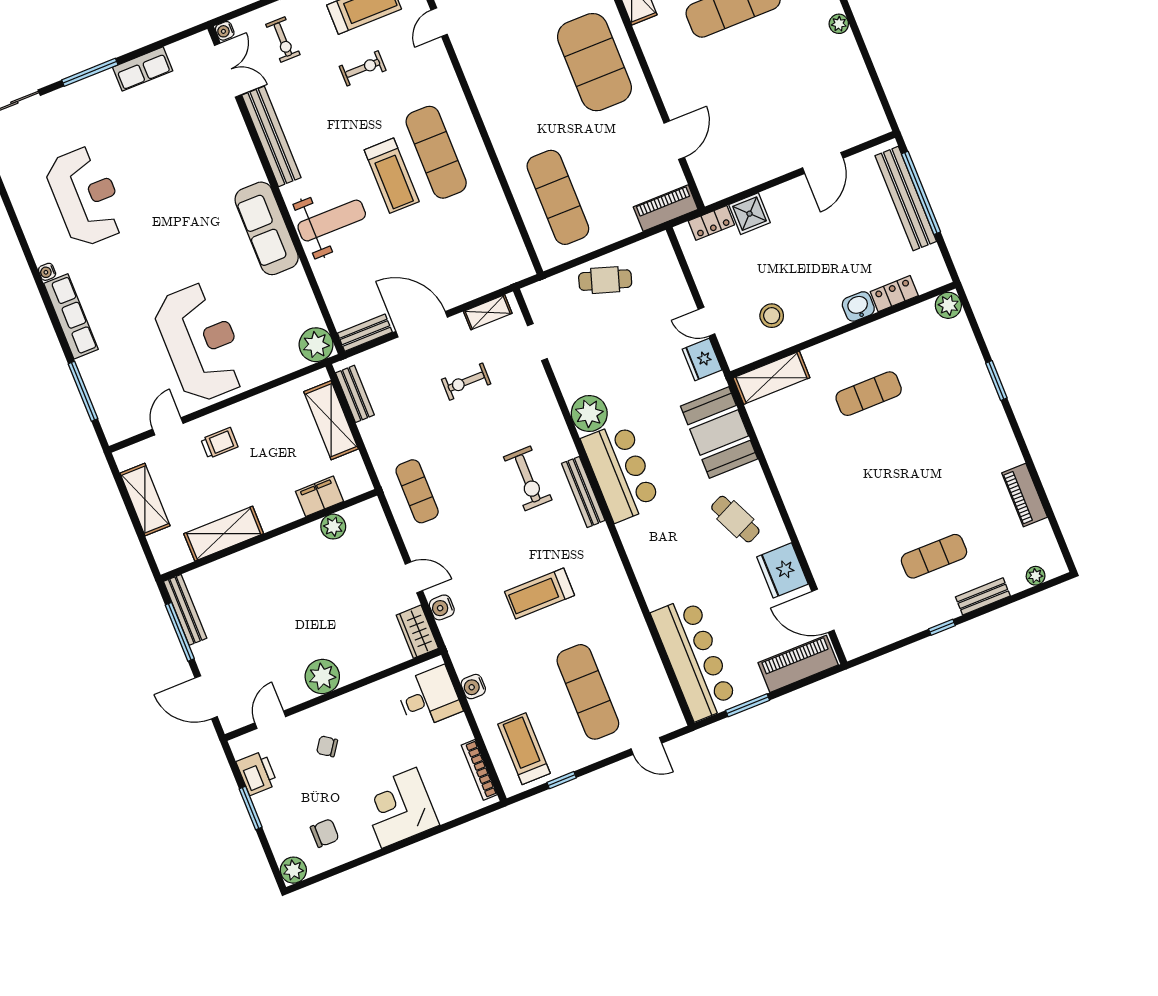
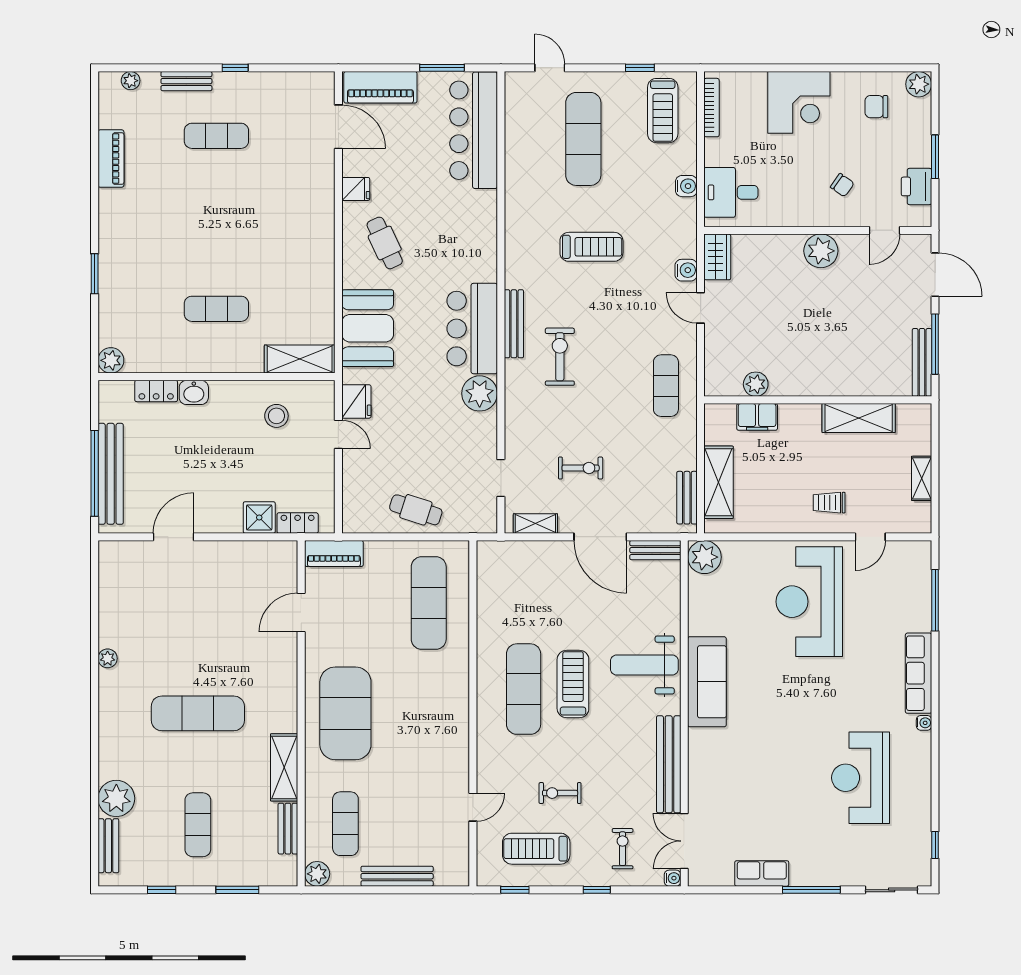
shelving: (145, 499) -> (922, 478), width x0.67, depth x0.75
fridge: (782, 570) -> (356, 189), width x0.53, depth x0.75

